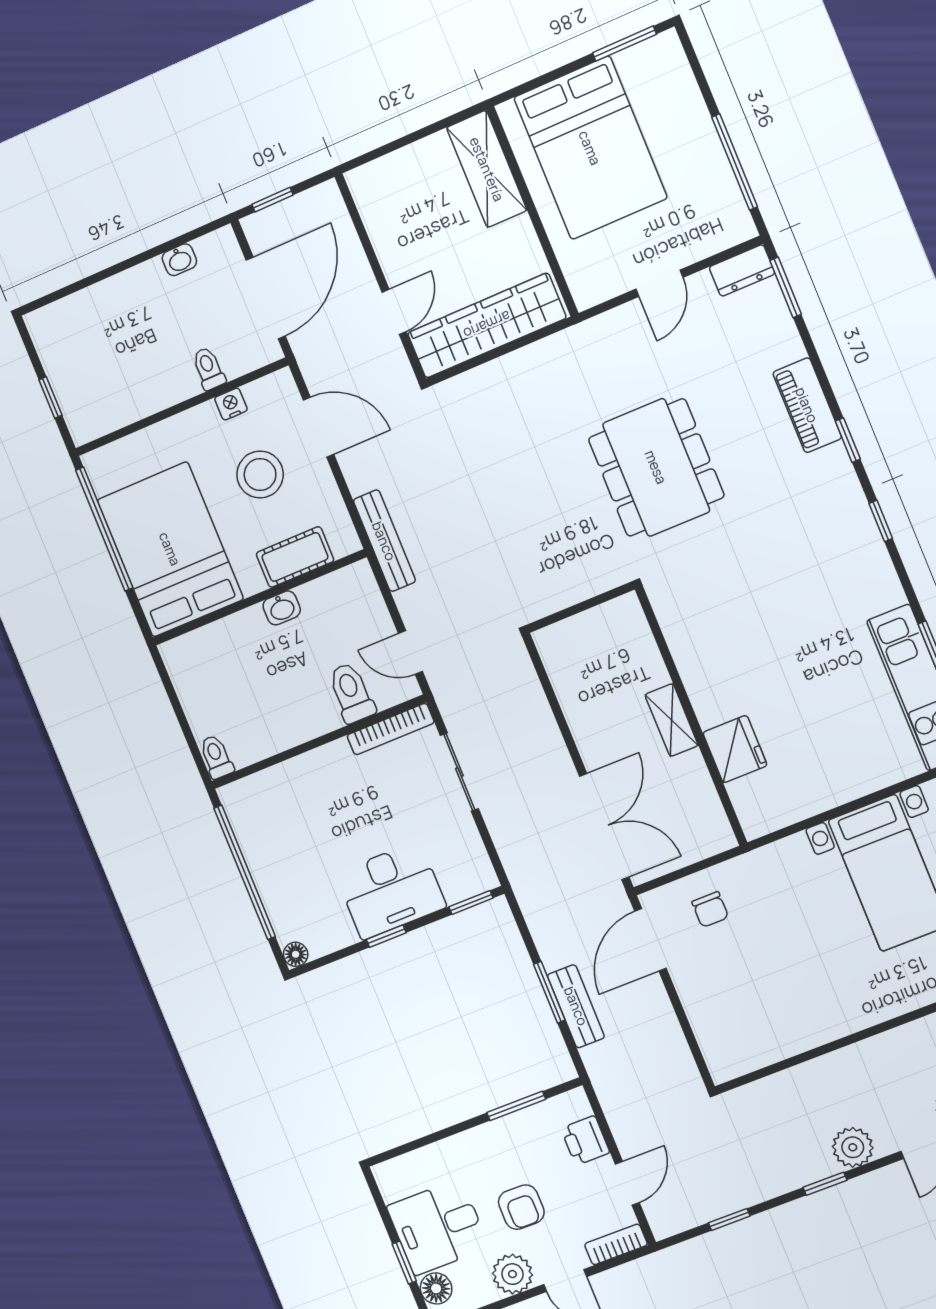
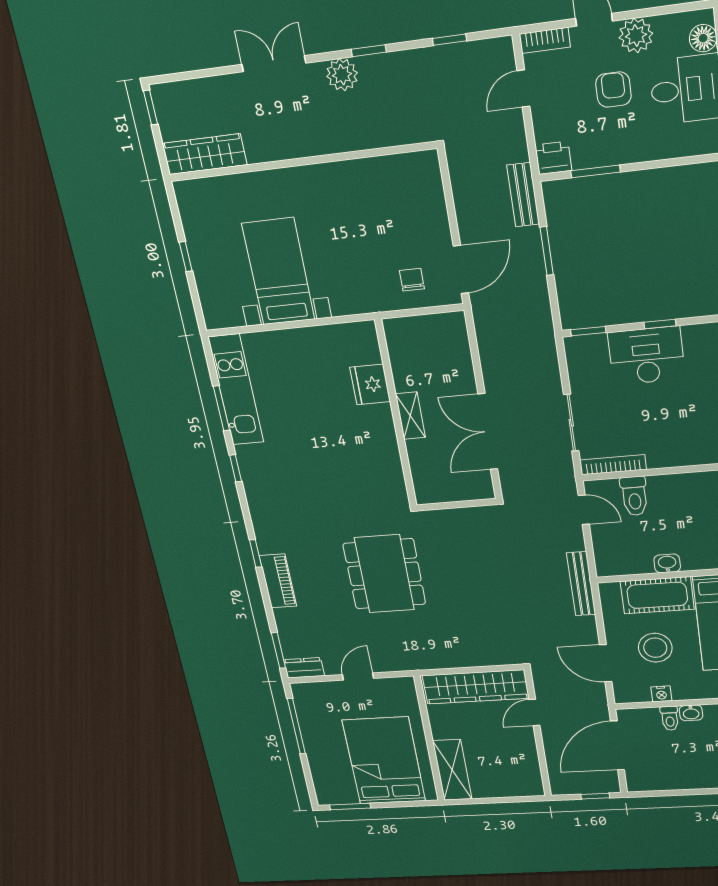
washbasin: (179, 260) -> (691, 713), moved, turned 180
window: (881, 521) -> (236, 468), moved
cot: (295, 557) -> (657, 595), width x1.37, depth x1.34
double door: (604, 827) -> (488, 432), moved
bench: (576, 1006) -> (523, 195), moved
printer: (585, 1140) -> (553, 158), moved, turned -90

